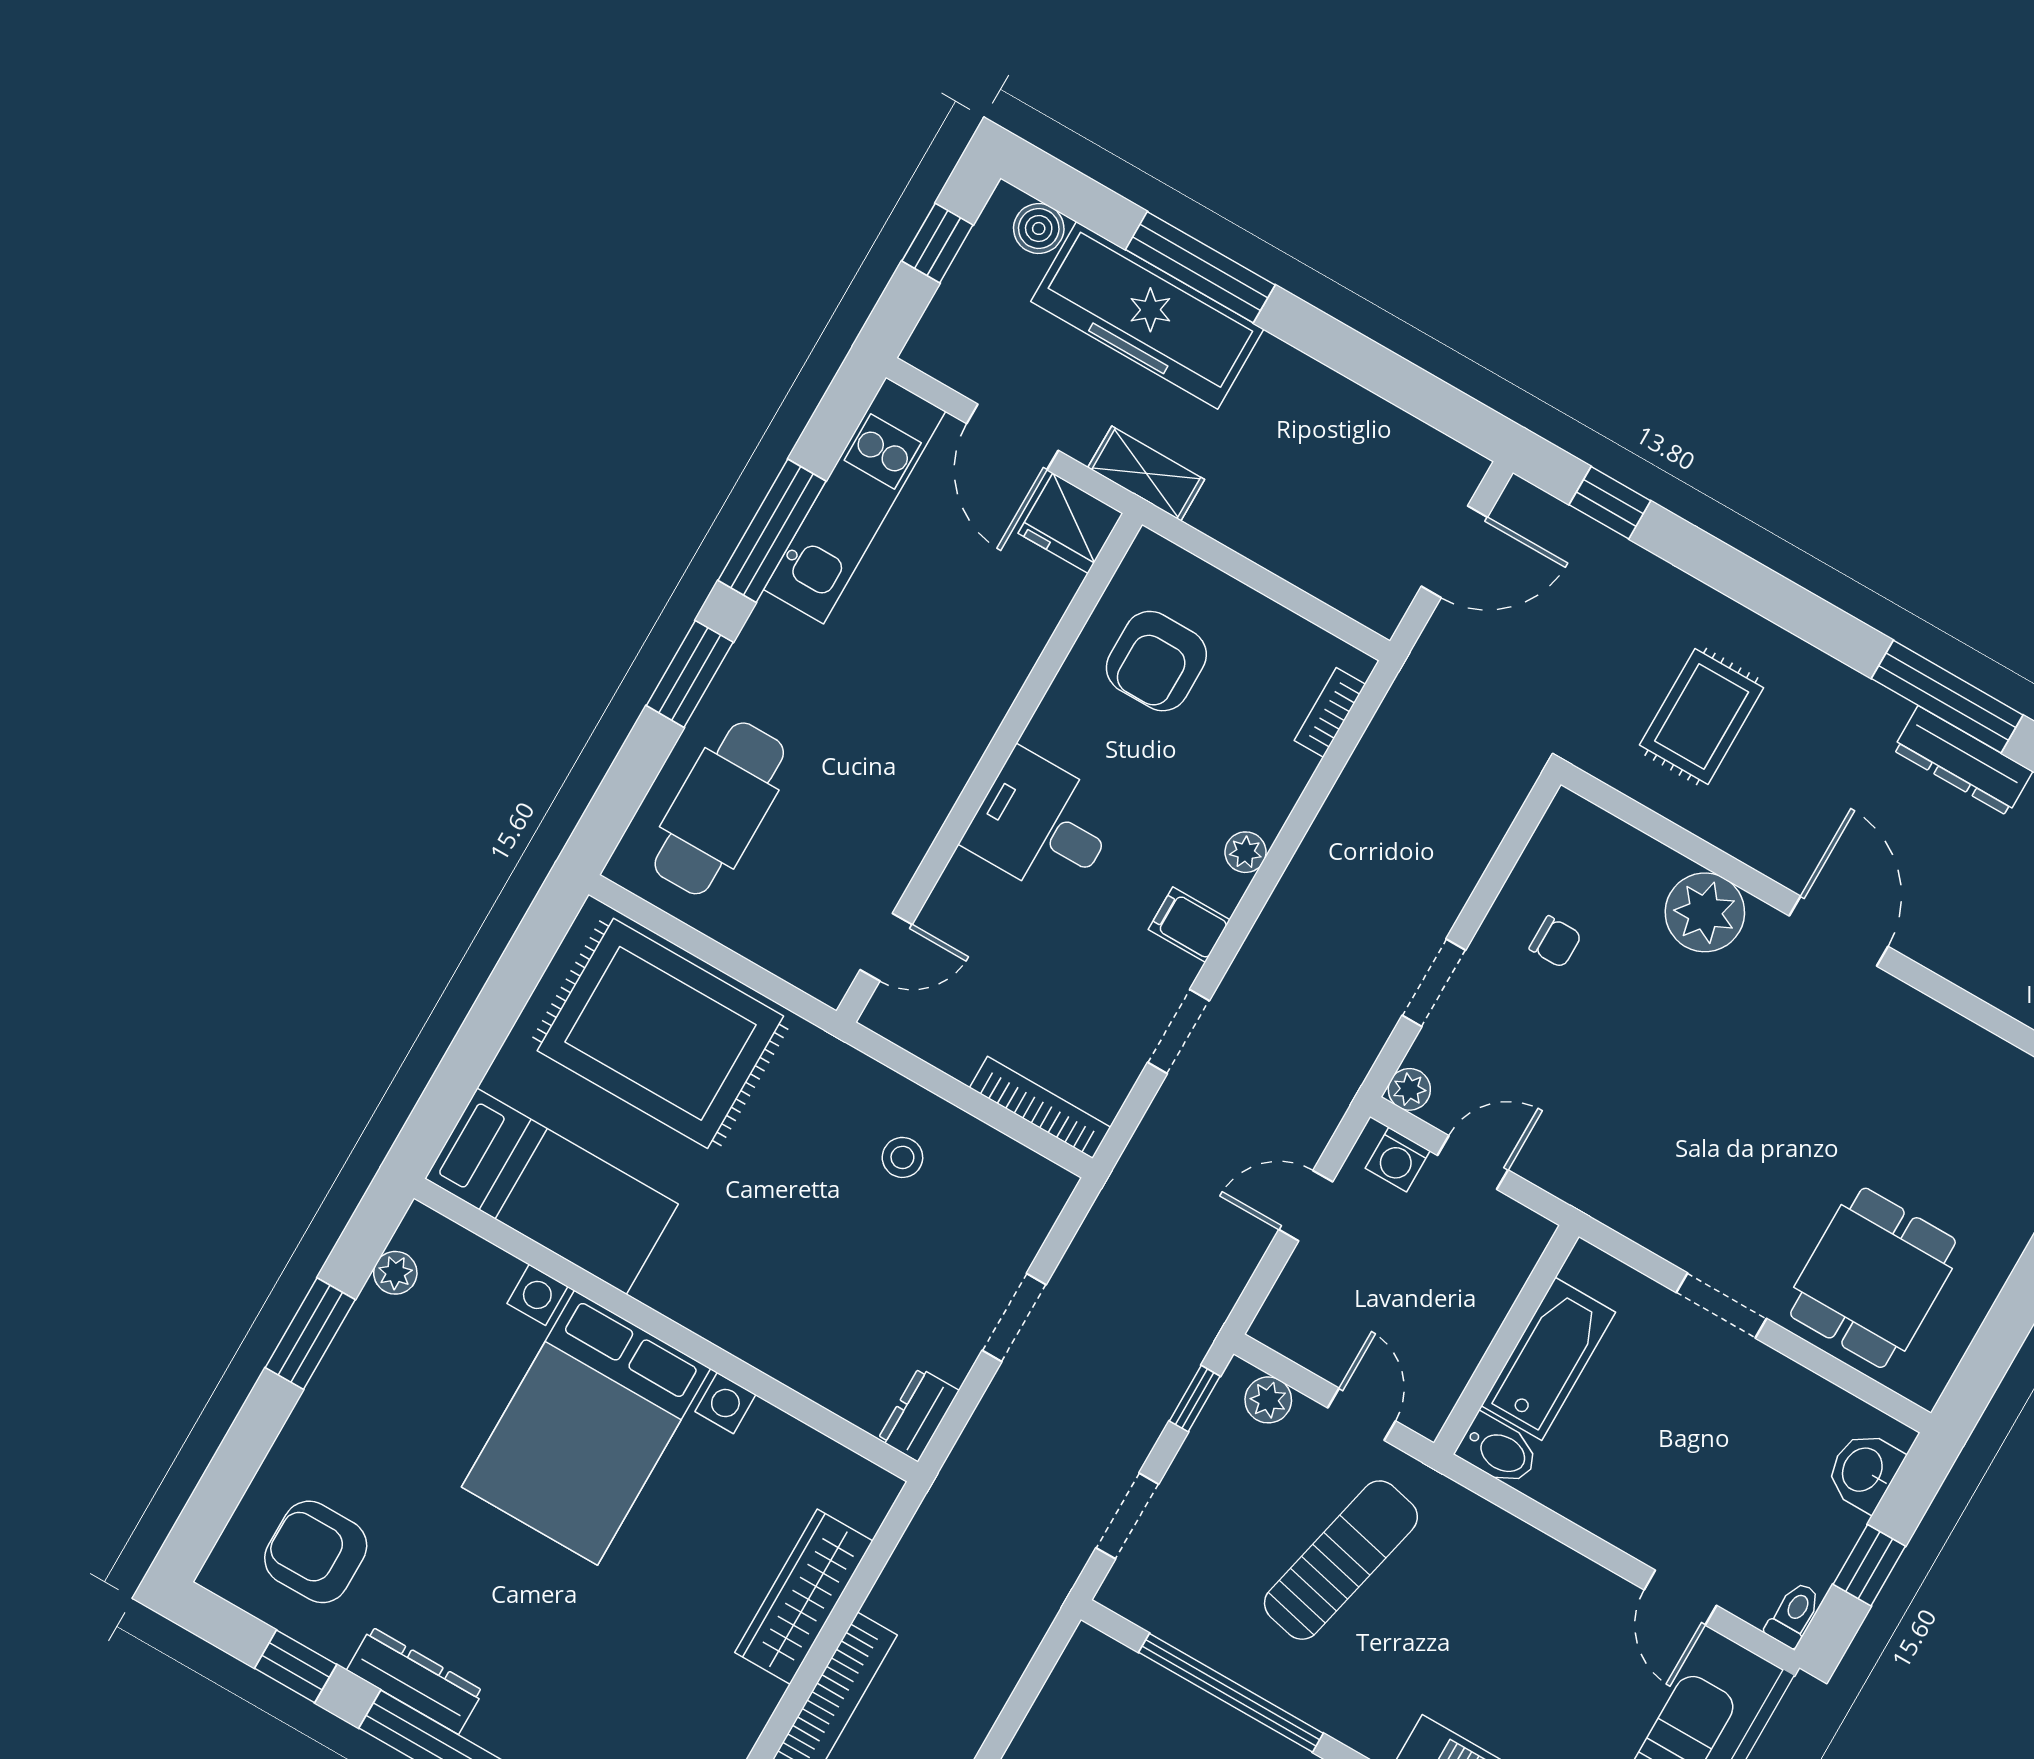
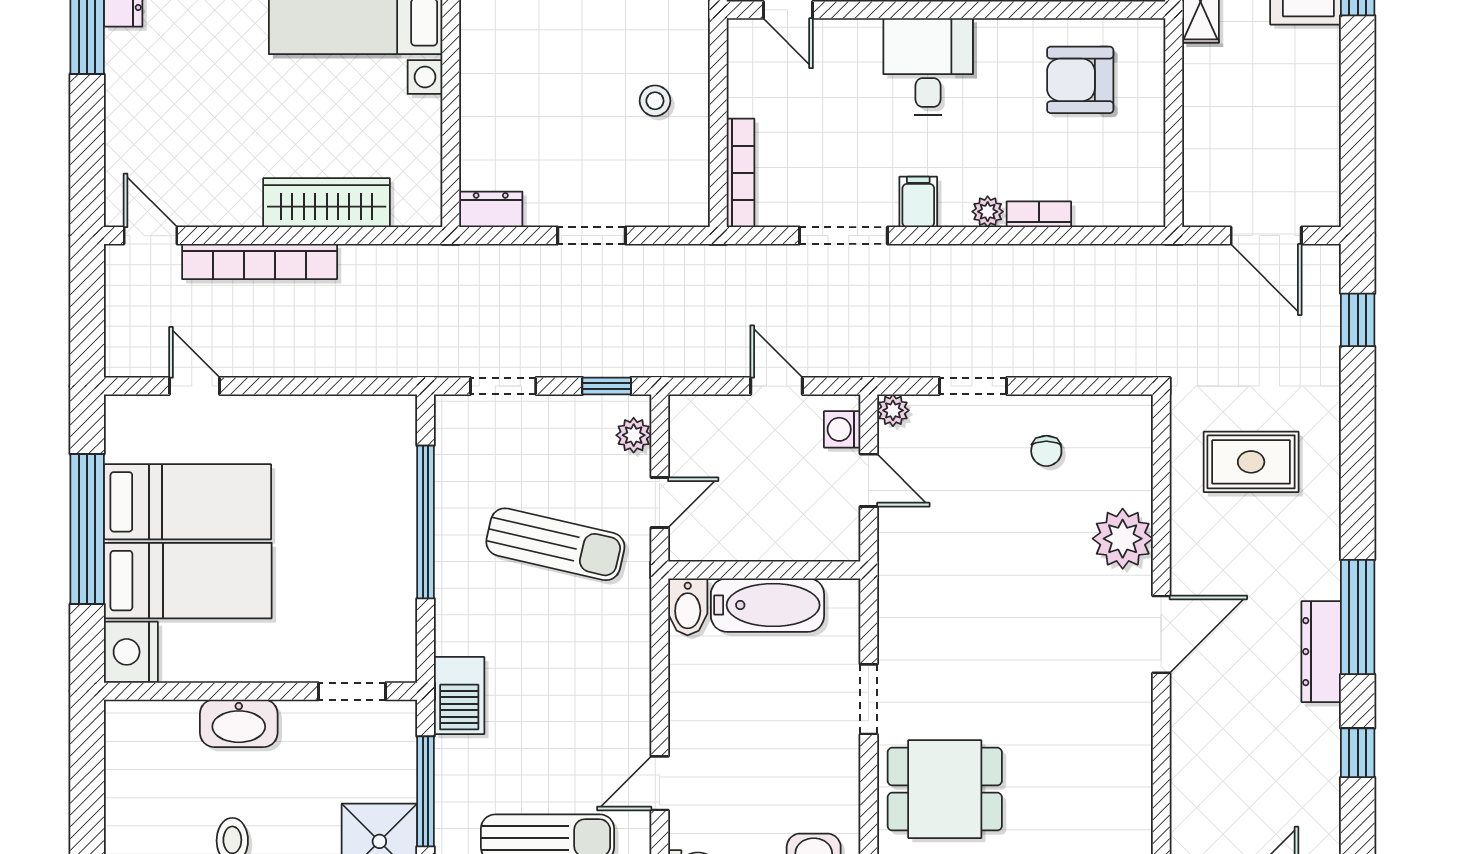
bookcase: (1330, 712) -> (1039, 214), moved
doorway: (1179, 1032) -> (843, 236), width x1.38

